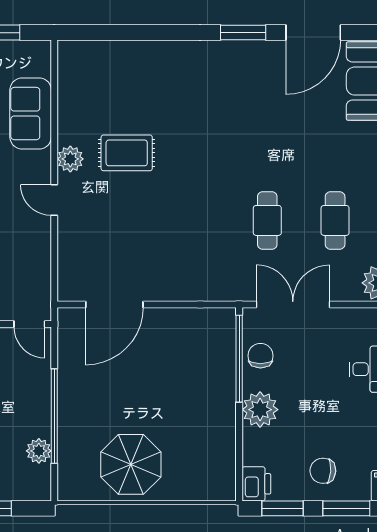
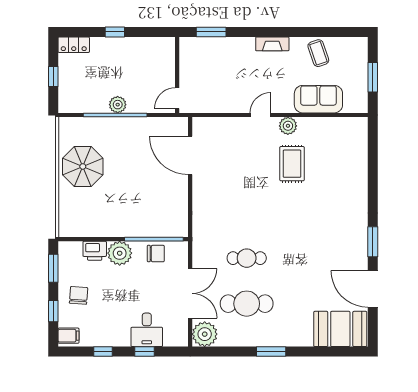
cafe table: (335, 220) -> (247, 304), width x1.37, depth x1.35
double door: (293, 305) -> (190, 293), moved
plant: (39, 451) -> (118, 105), moved
printer: (256, 484) -> (95, 251), moved
window: (346, 508) -> (53, 311), width x0.67

